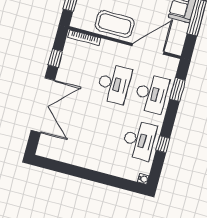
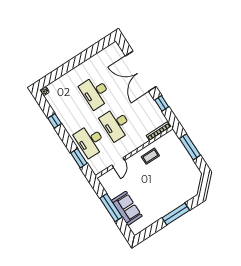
coffee table: (115, 24) -> (150, 156), width x0.54, depth x0.58
door: (148, 49) -> (118, 163), width x0.53
desk: (139, 140) -> (95, 92), moved

